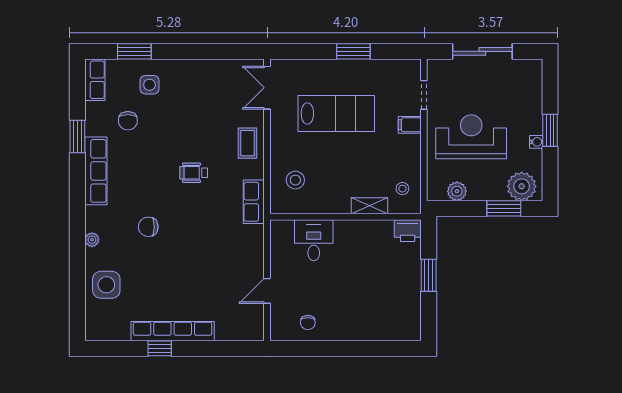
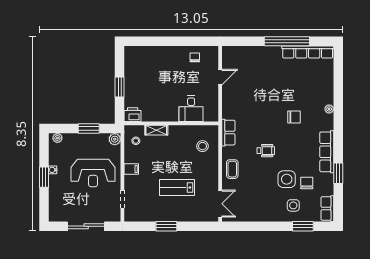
lab bench: (336, 113) -> (177, 188), width x0.73, depth x0.72
filing cabinet: (410, 125) -> (131, 169), moved
plant: (522, 186) -> (57, 138), width x0.53, depth x0.53
plant: (457, 191) -> (115, 139), moved
window: (504, 208) -> (89, 129), moved
side table: (106, 285) -> (287, 179), moved
row of seats: (173, 331) -> (308, 52), moved
window: (160, 348) -> (287, 41), width x3.17

